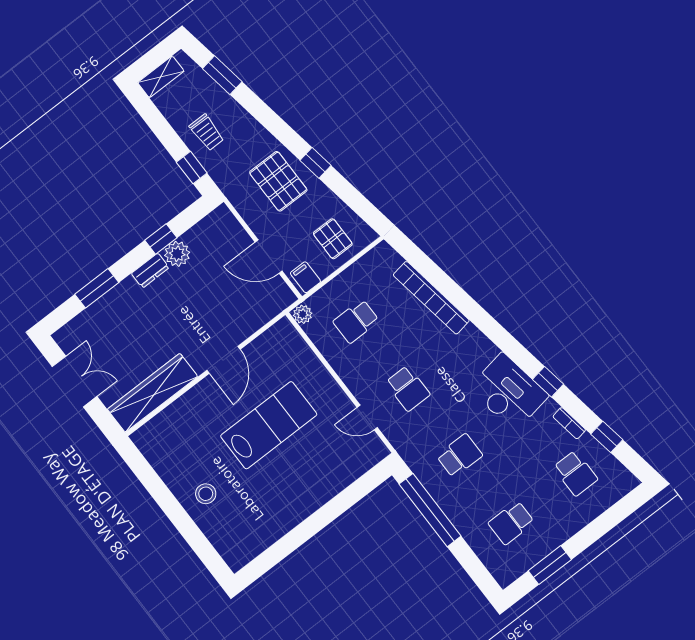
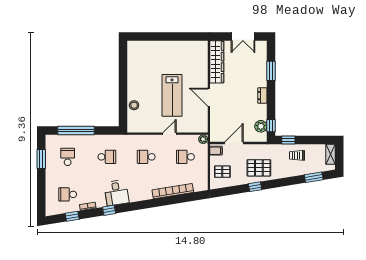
window: (161, 239) -> (271, 126), moved
plant: (177, 254) -> (261, 126), moved
school desk: (356, 321) -> (185, 157), turned -90
desk: (508, 392) -> (116, 193), width x0.73
door: (367, 417) -> (169, 134), moved
school desk: (460, 456) -> (107, 157), turned -90
stool: (206, 494) -> (134, 105), moved
window: (430, 510) -> (76, 131), moved

